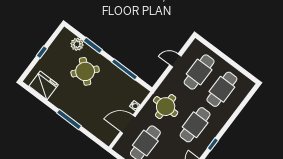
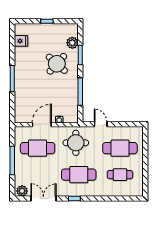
door: (175, 60) -> (101, 124), moved
fridge: (44, 85) -> (21, 41), width x0.53, depth x0.75
cafe table: (222, 89) -> (120, 175), width x0.73, depth x0.74
door: (128, 124) -> (42, 125), hinge flipped

